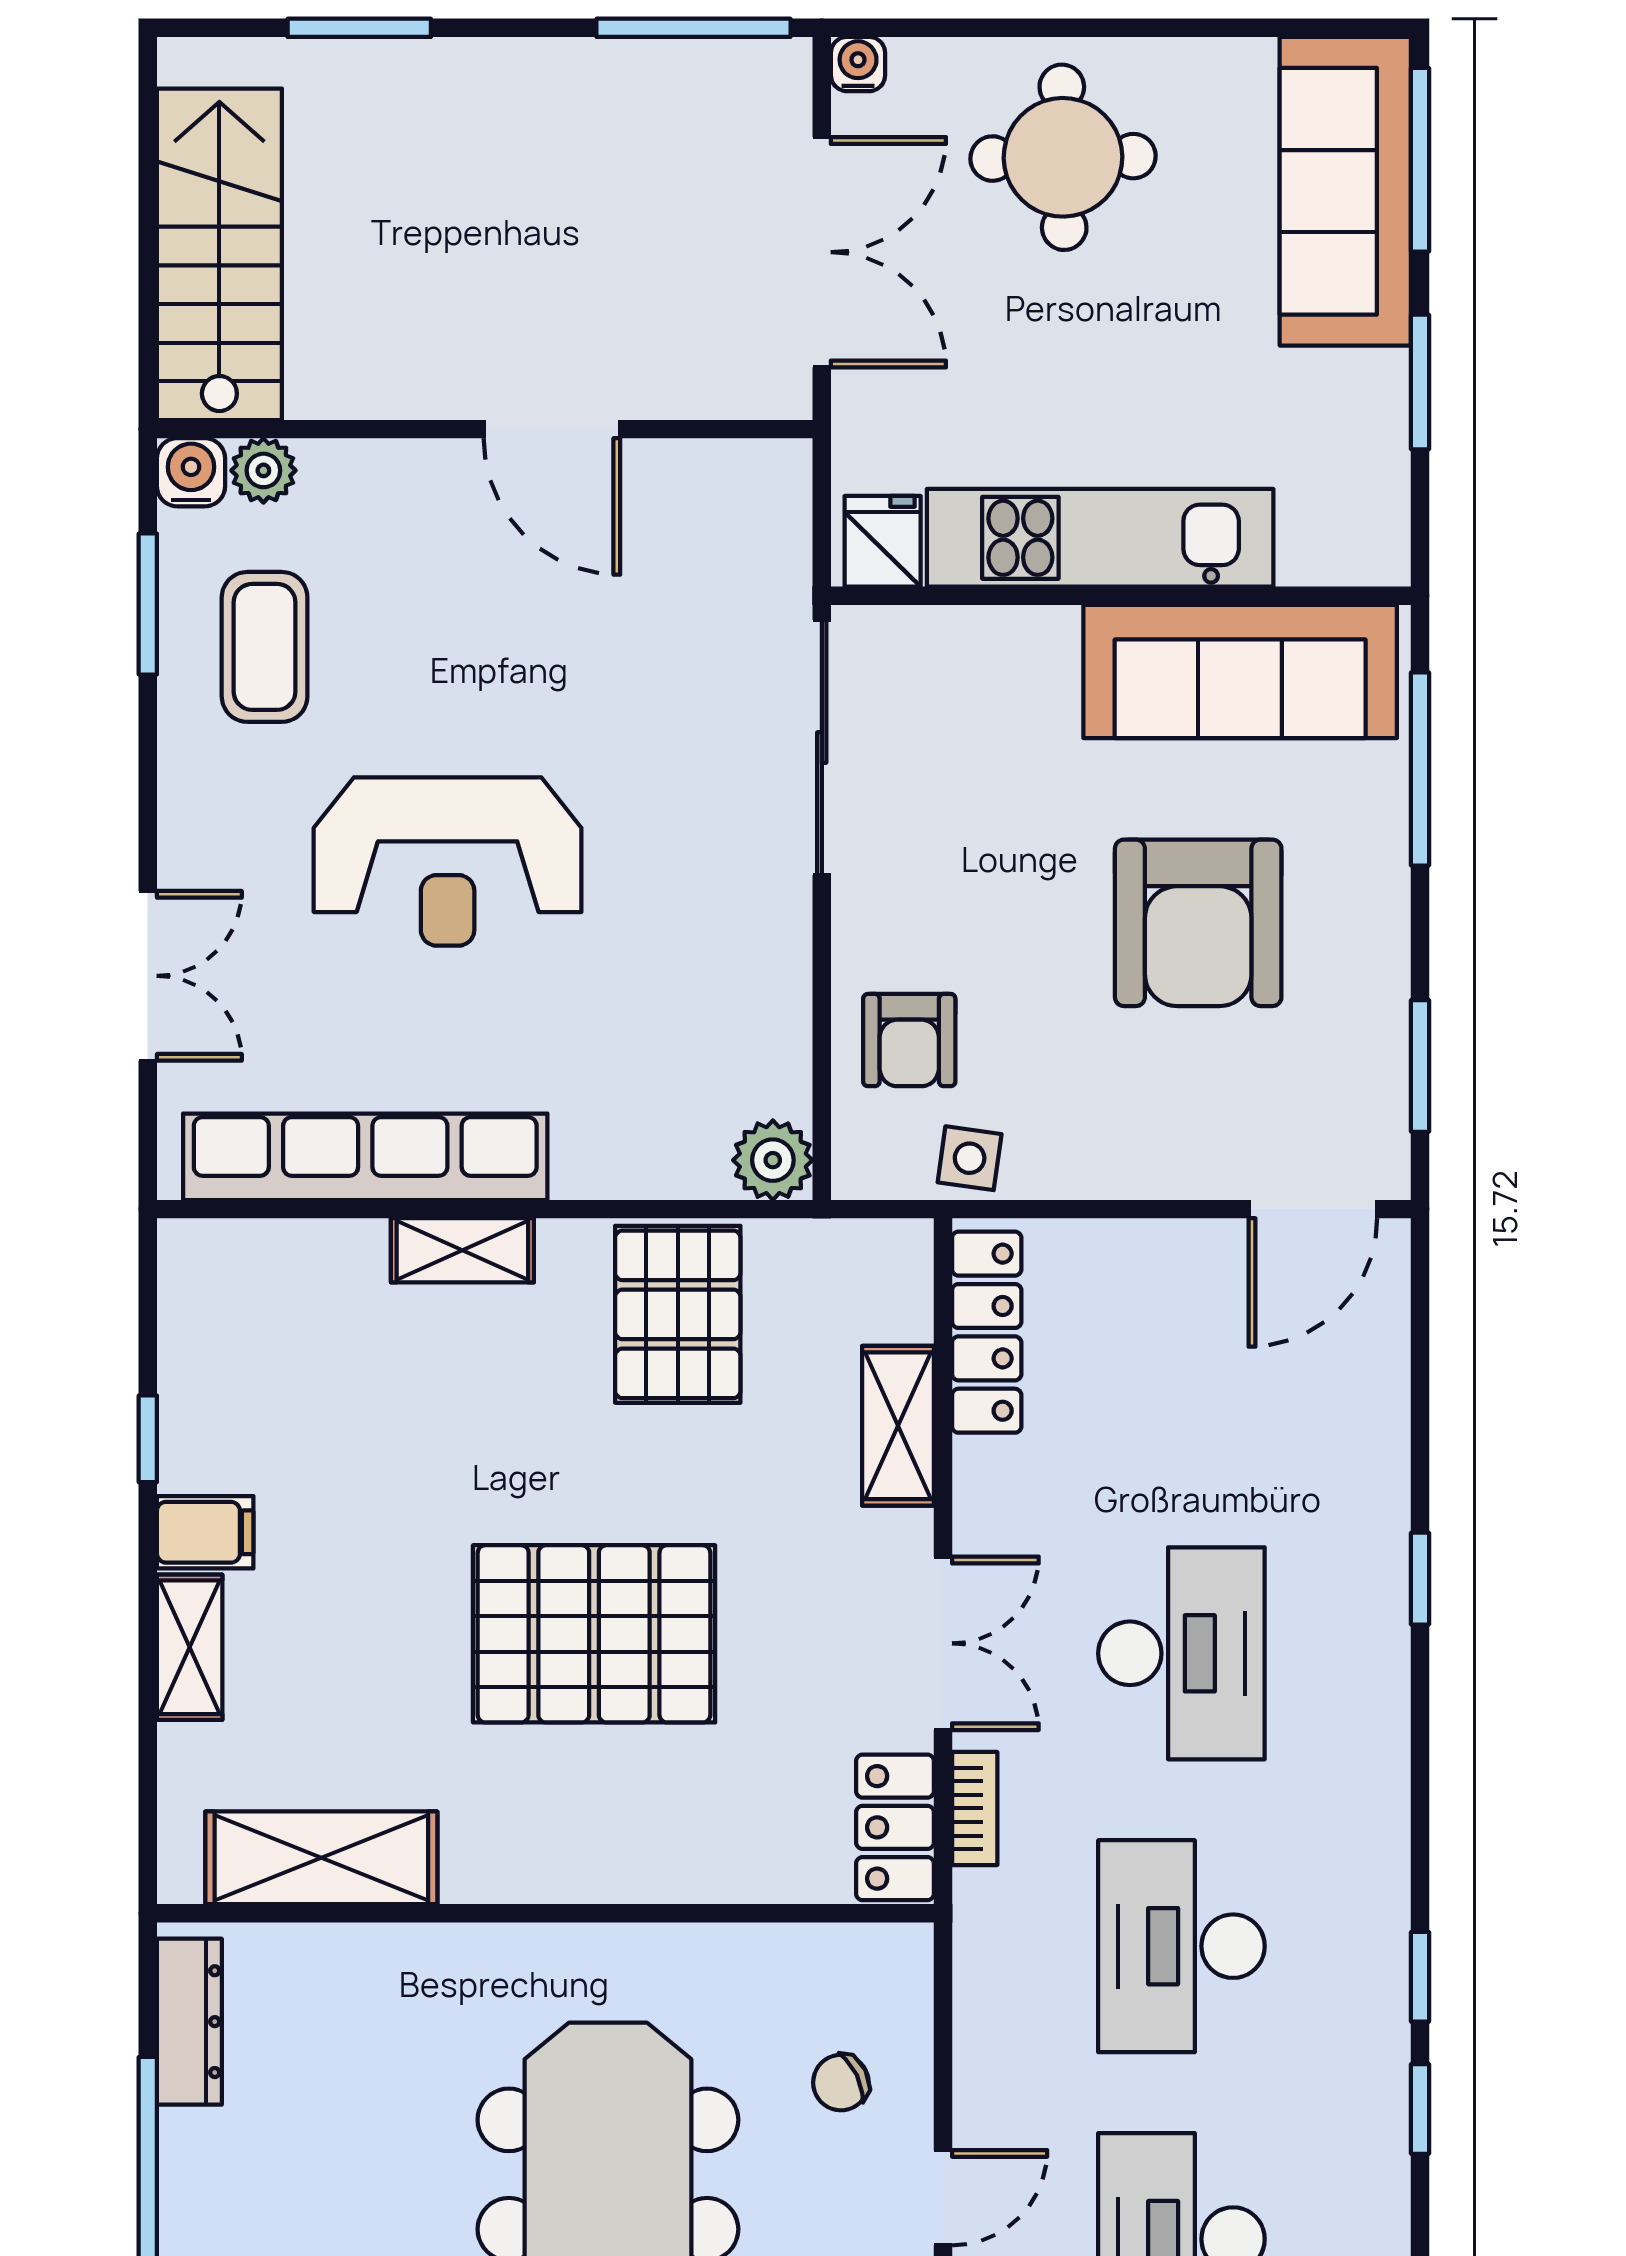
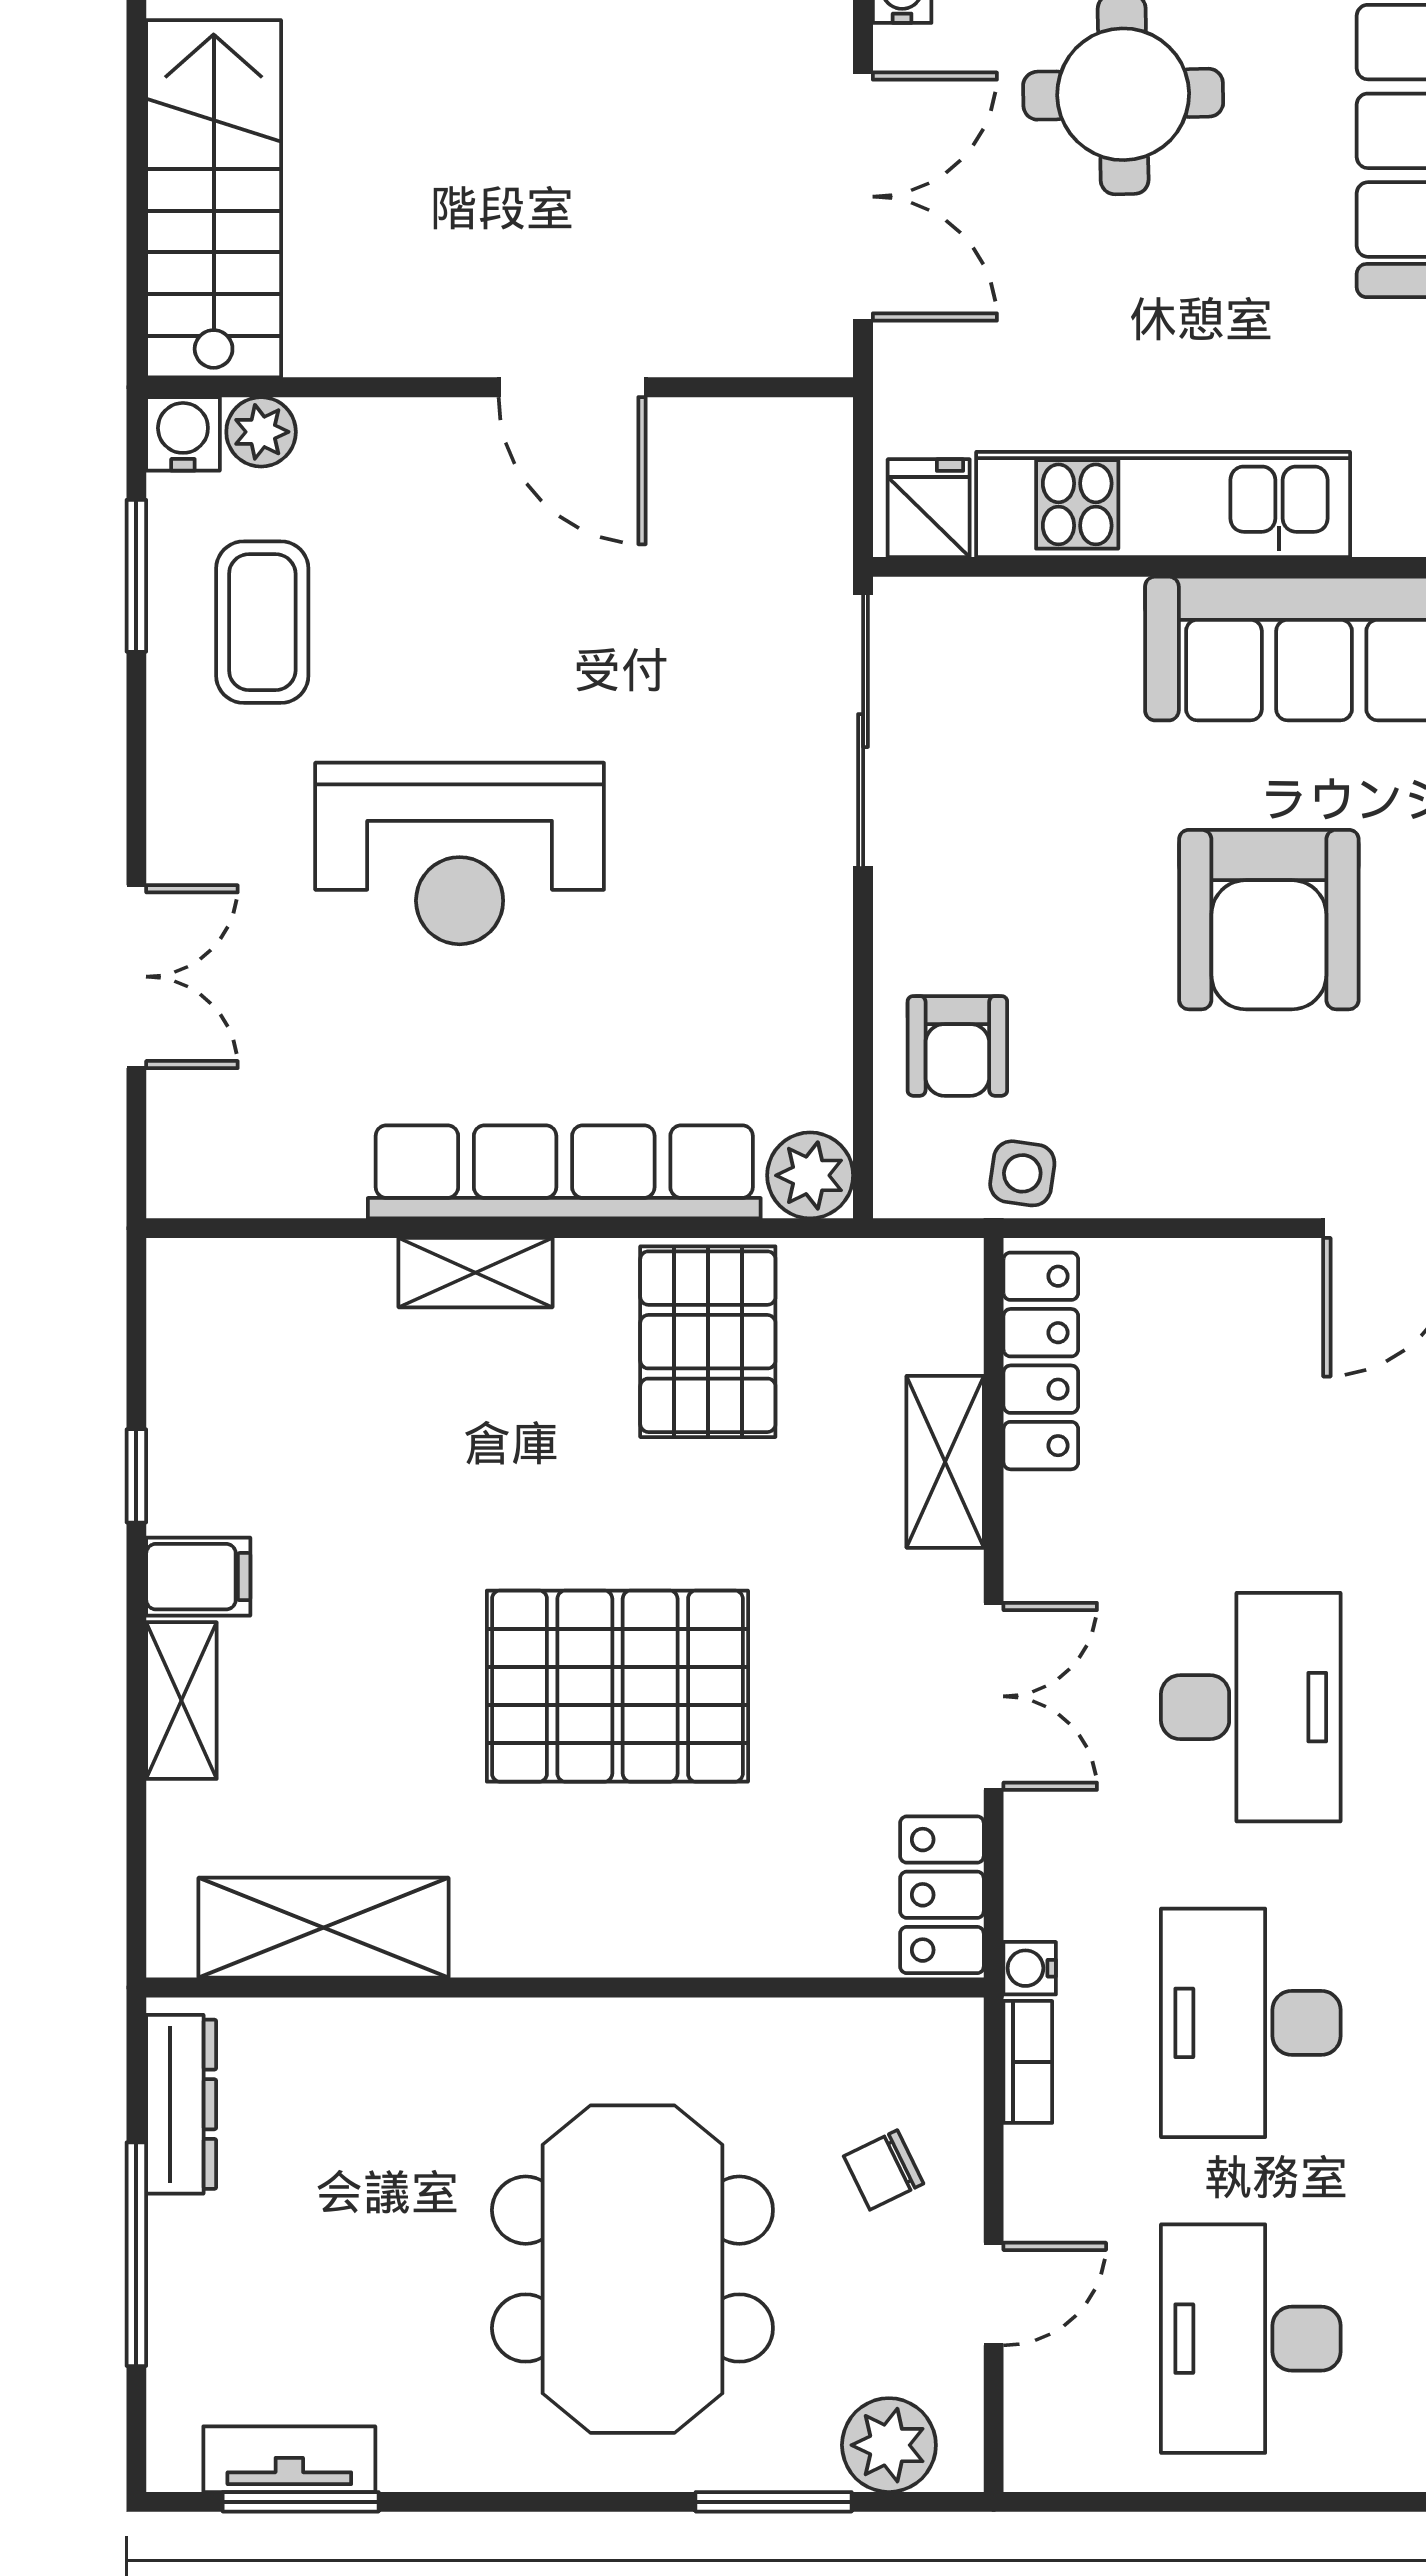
row of seats: (365, 1157) -> (564, 1172), moved
bookcase: (975, 1808) -> (1028, 2062), moved
water cooler: (976, 1895) -> (1030, 1968), added

